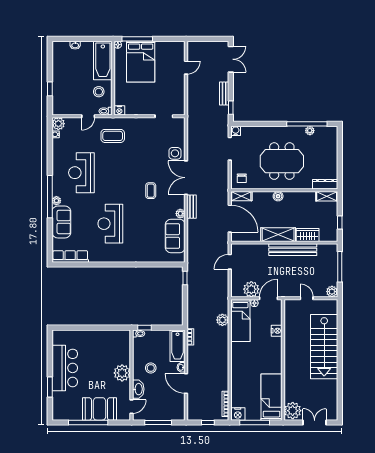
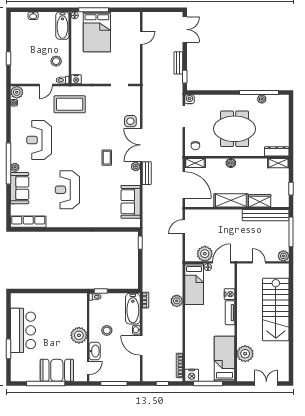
bathtub: (103, 60) -> (62, 26), width x0.73, depth x0.73
coffee table: (113, 136) -> (70, 104), width x1.36, depth x1.32
plant: (180, 214) -> (136, 166), moved
bench: (293, 250) -> (266, 215), moved
plant: (222, 320) -> (177, 301), moved
tv unit: (277, 350) -> (230, 313), added
plant: (293, 411) -> (245, 354), moved

